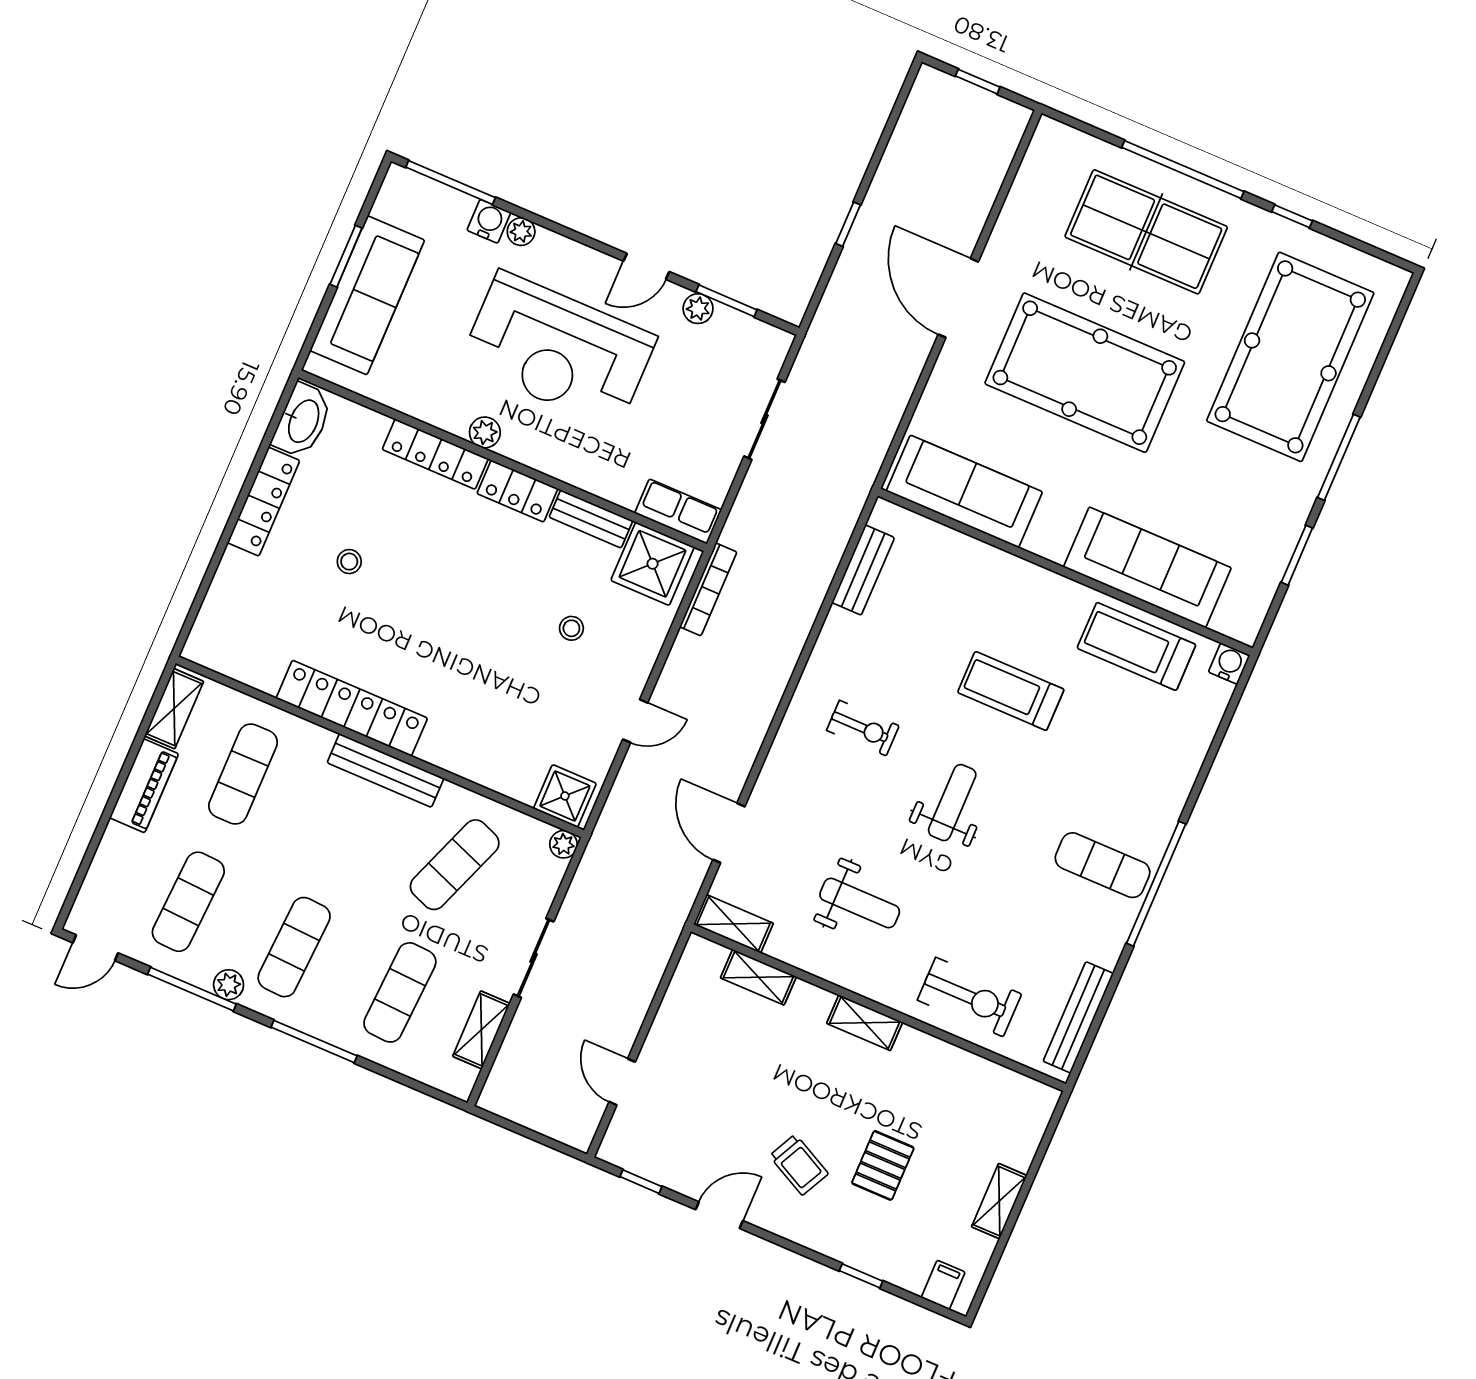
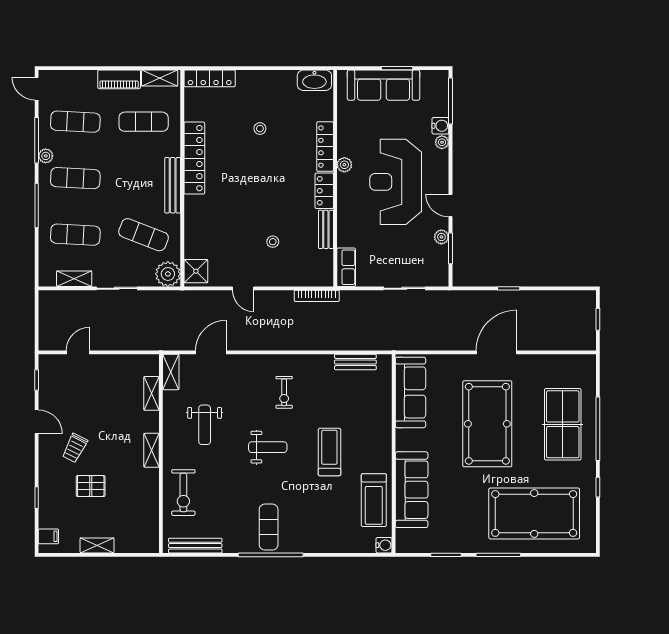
locker: (264, 502) -> (210, 78), moved
shower: (653, 564) -> (318, 266), removed
treadmill: (1136, 646) -> (374, 500), turned 180
plant: (563, 844) -> (168, 274), width x1.88, depth x1.88

